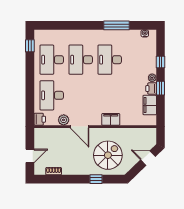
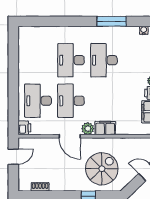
window: (30, 46) -> (13, 44), removed
desk: (52, 60) -> (71, 101), moved
plant: (64, 120) -> (88, 129), moved
door: (30, 156) -> (13, 157), moved

